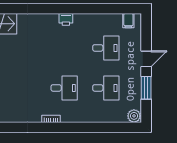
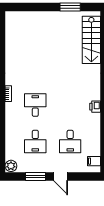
desk: (64, 88) -> (35, 105), turned 180

